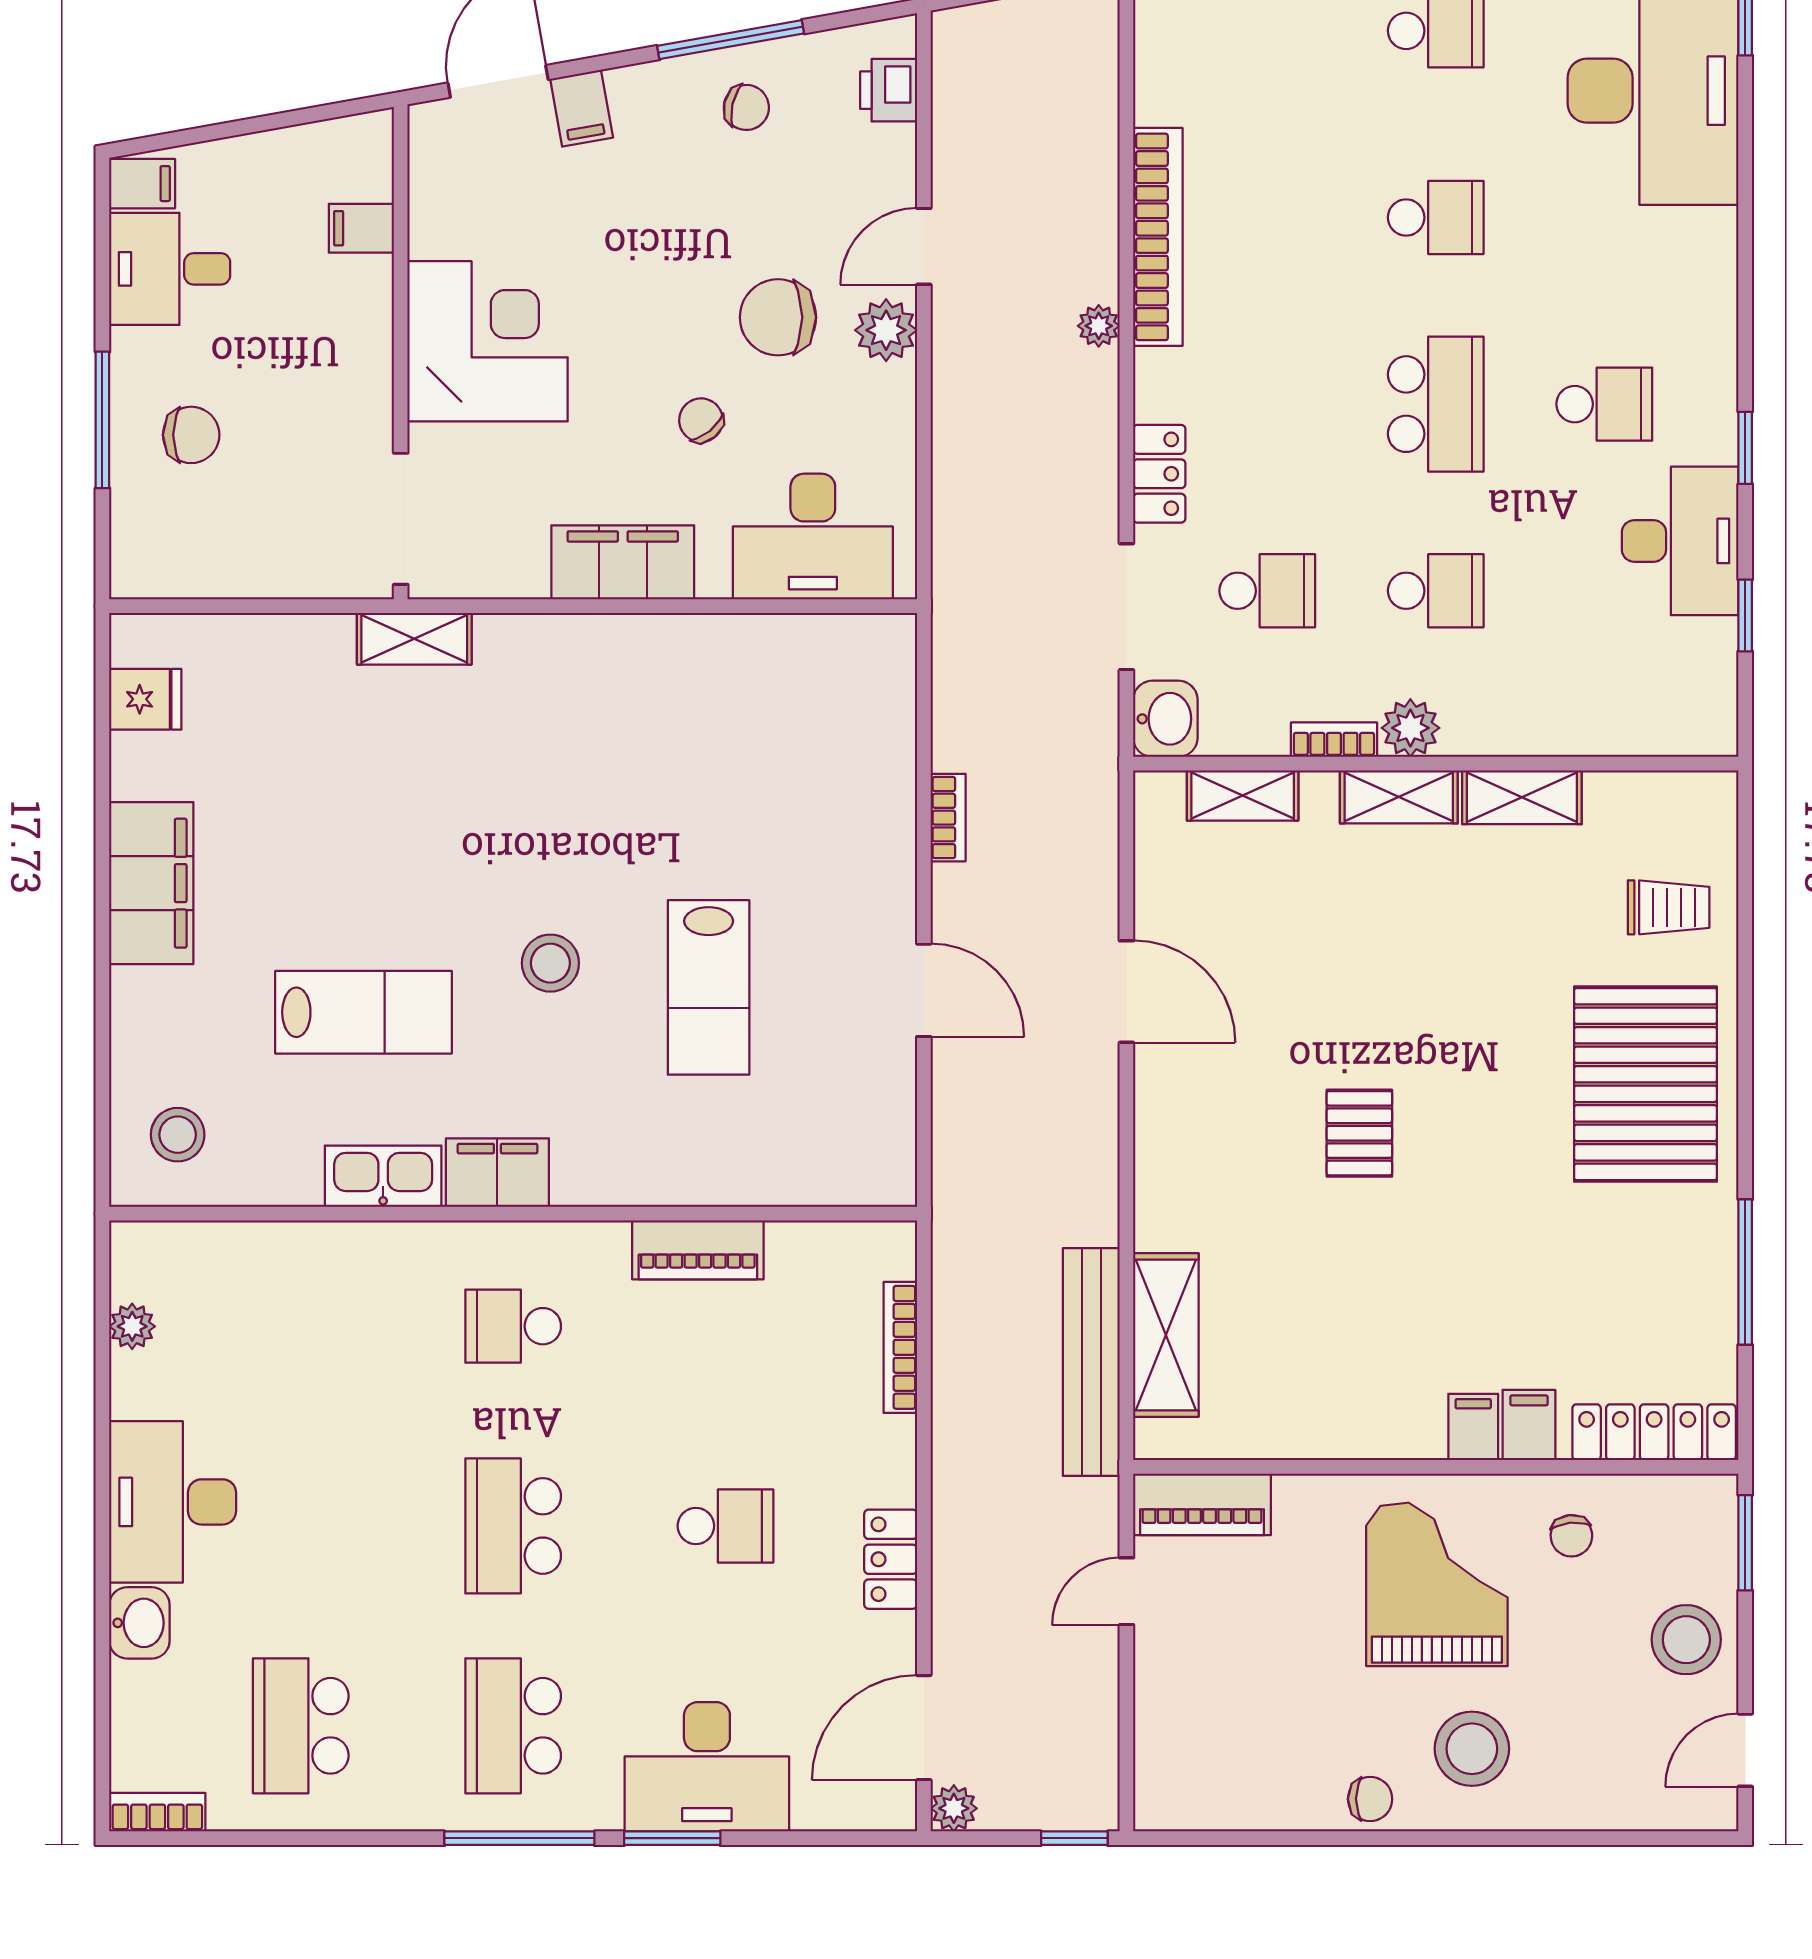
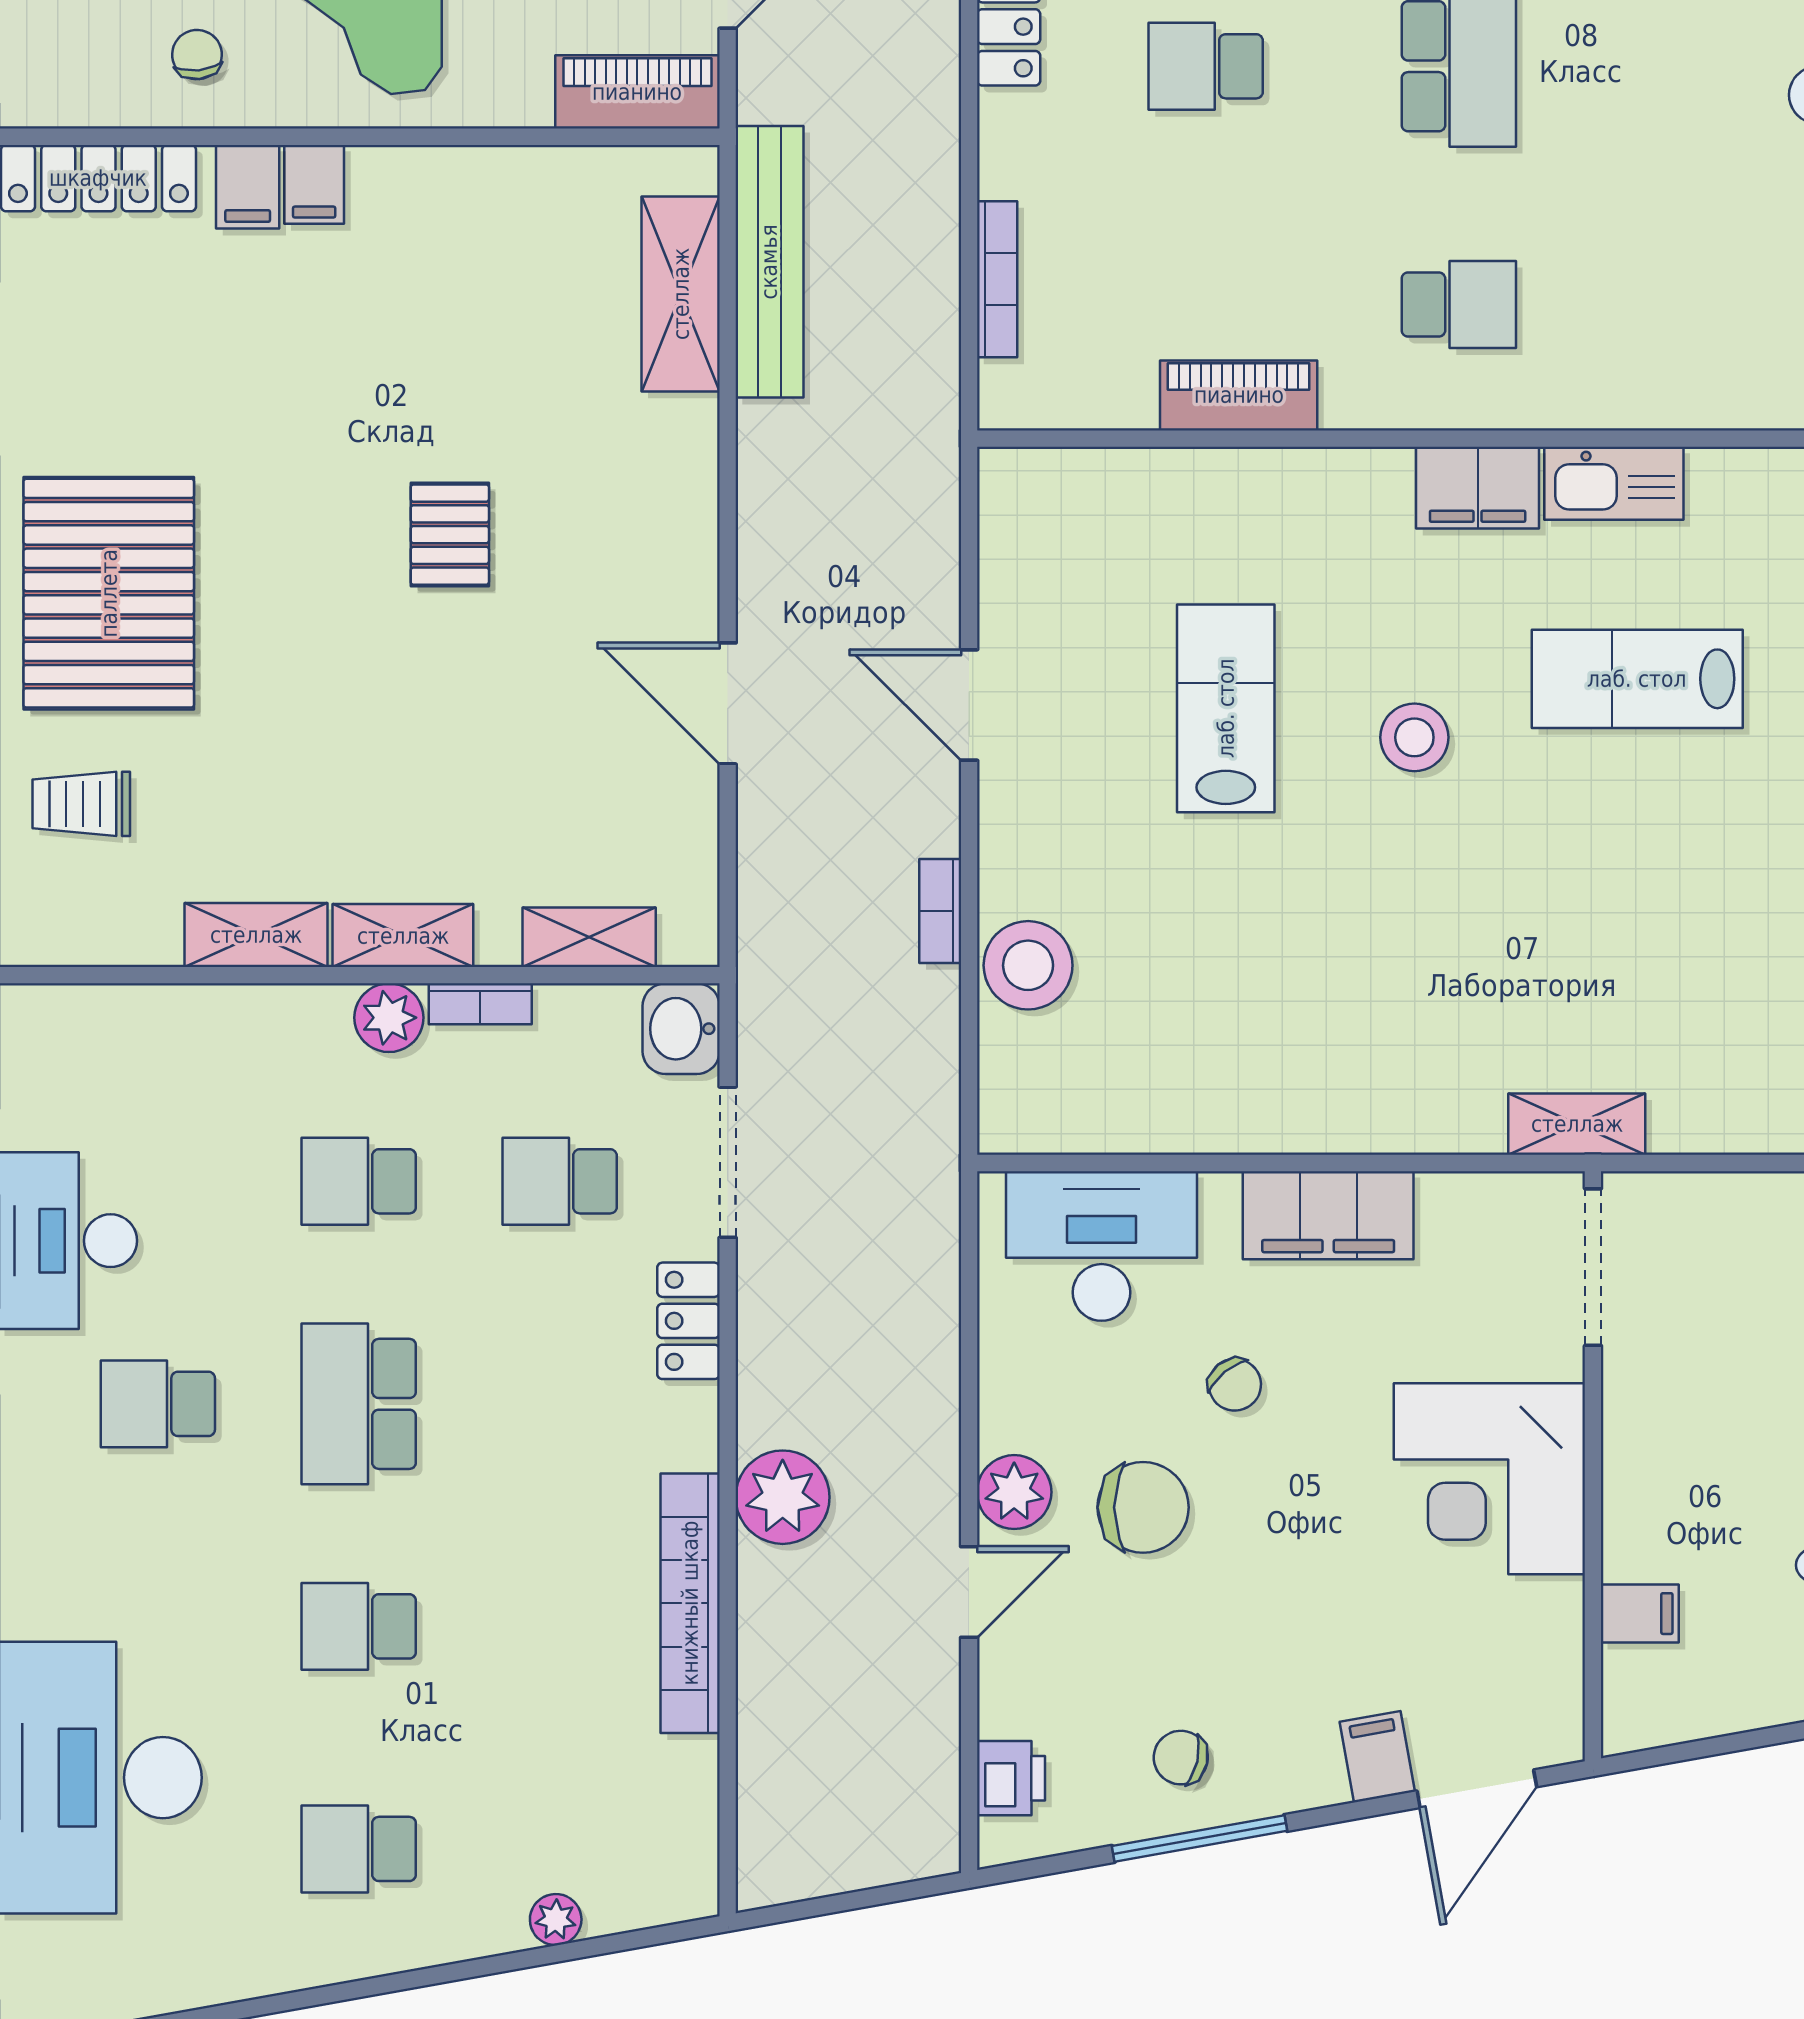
plant: (1099, 326) -> (783, 1497), width x1.88, depth x1.88
stool: (874, 772) -> (1028, 965), added

